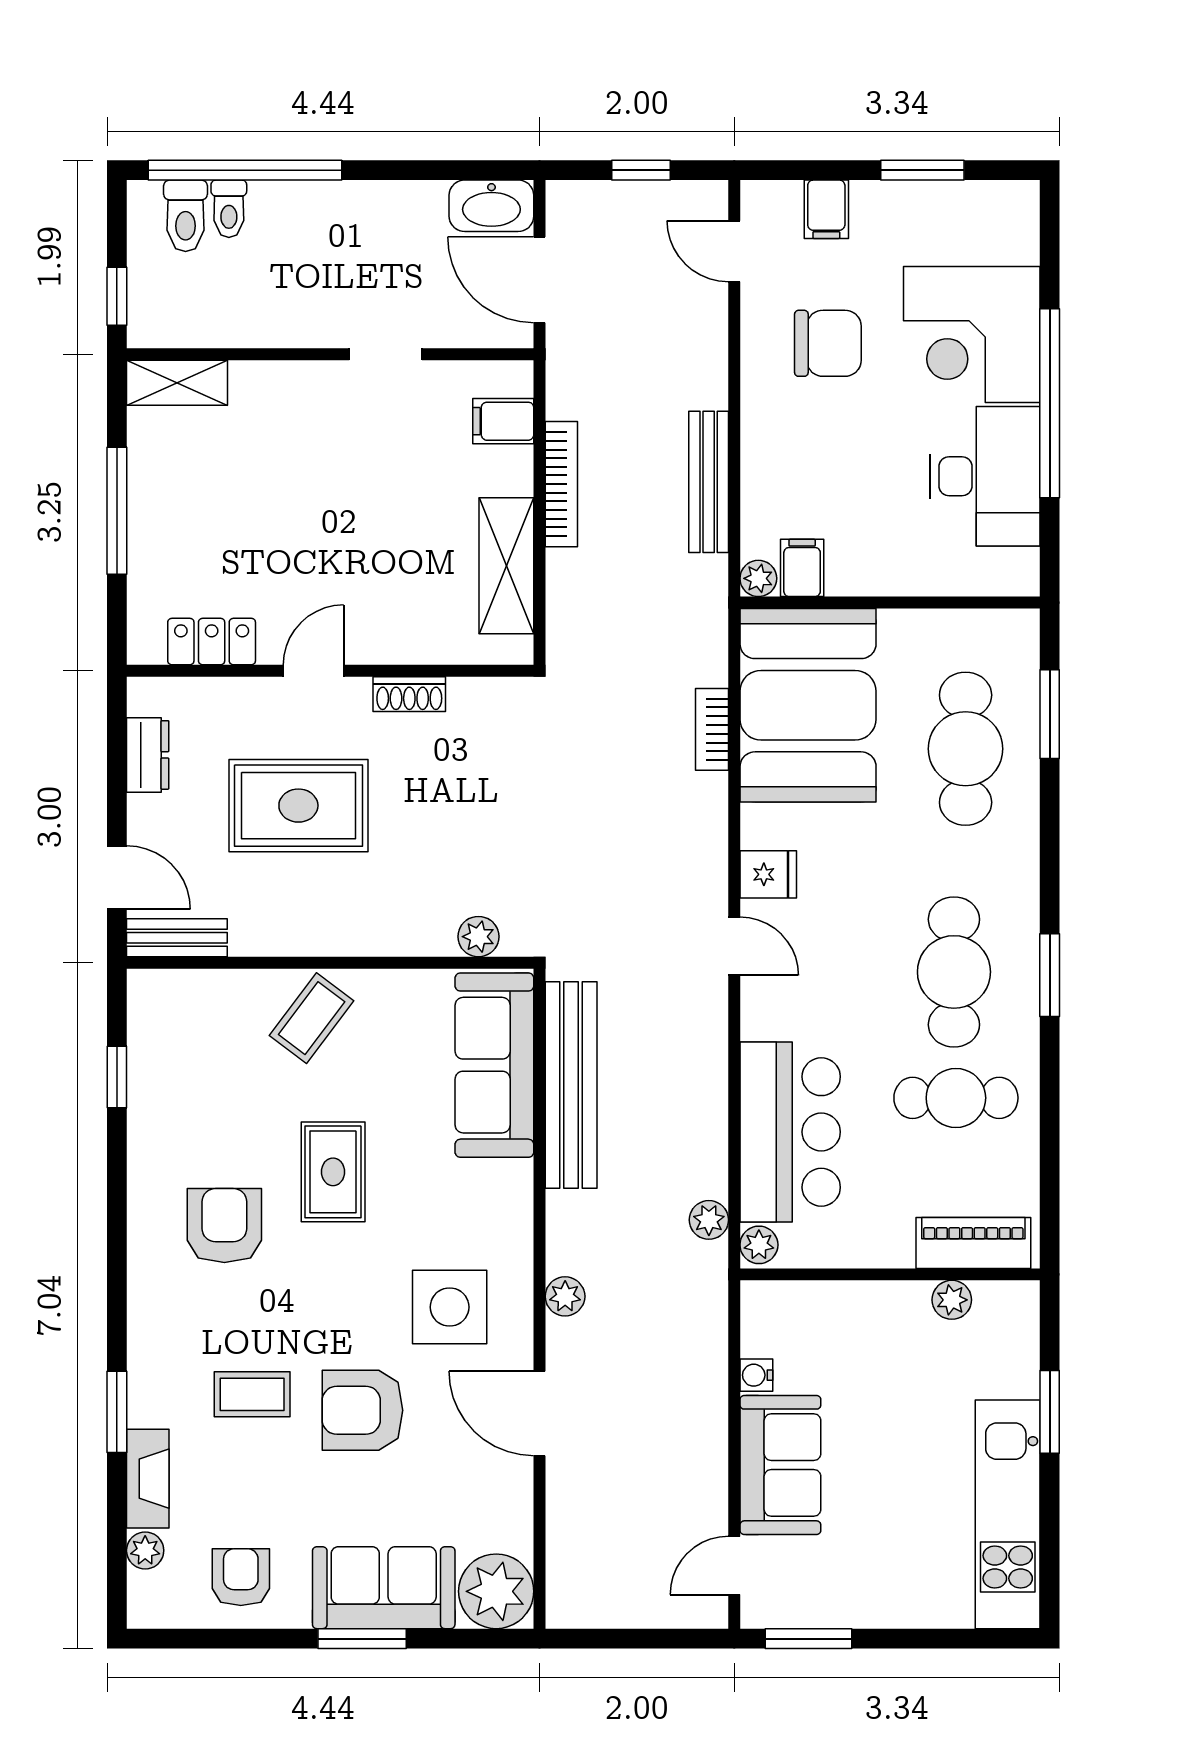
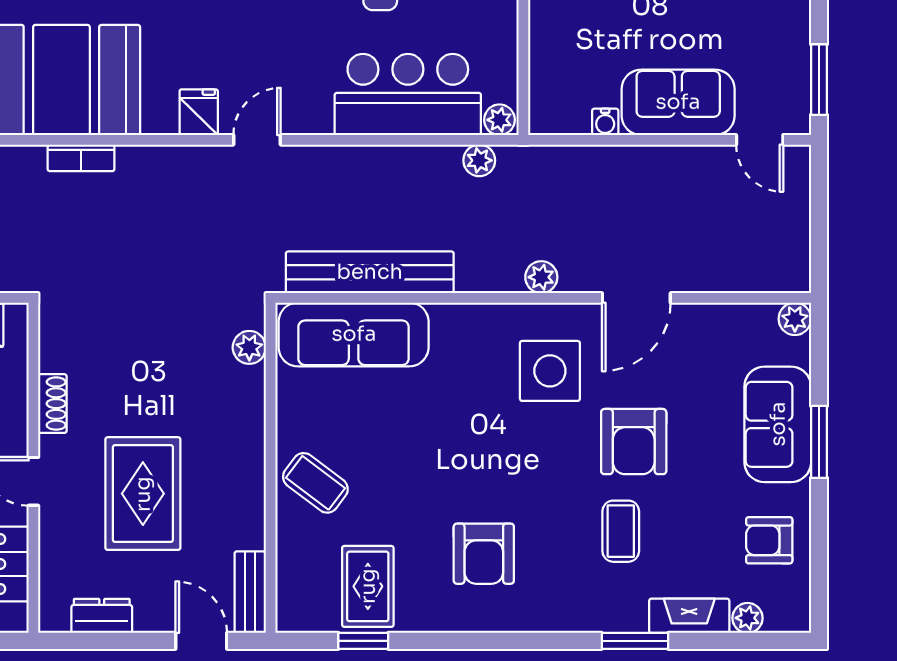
door: (117, 877) -> (201, 641), hinge flipped
rug: (333, 1172) -> (368, 586), moved, turned 90
armchair: (224, 1226) -> (484, 554), turned -90
plant: (496, 1591) -> (795, 319), width x0.53, depth x0.53

